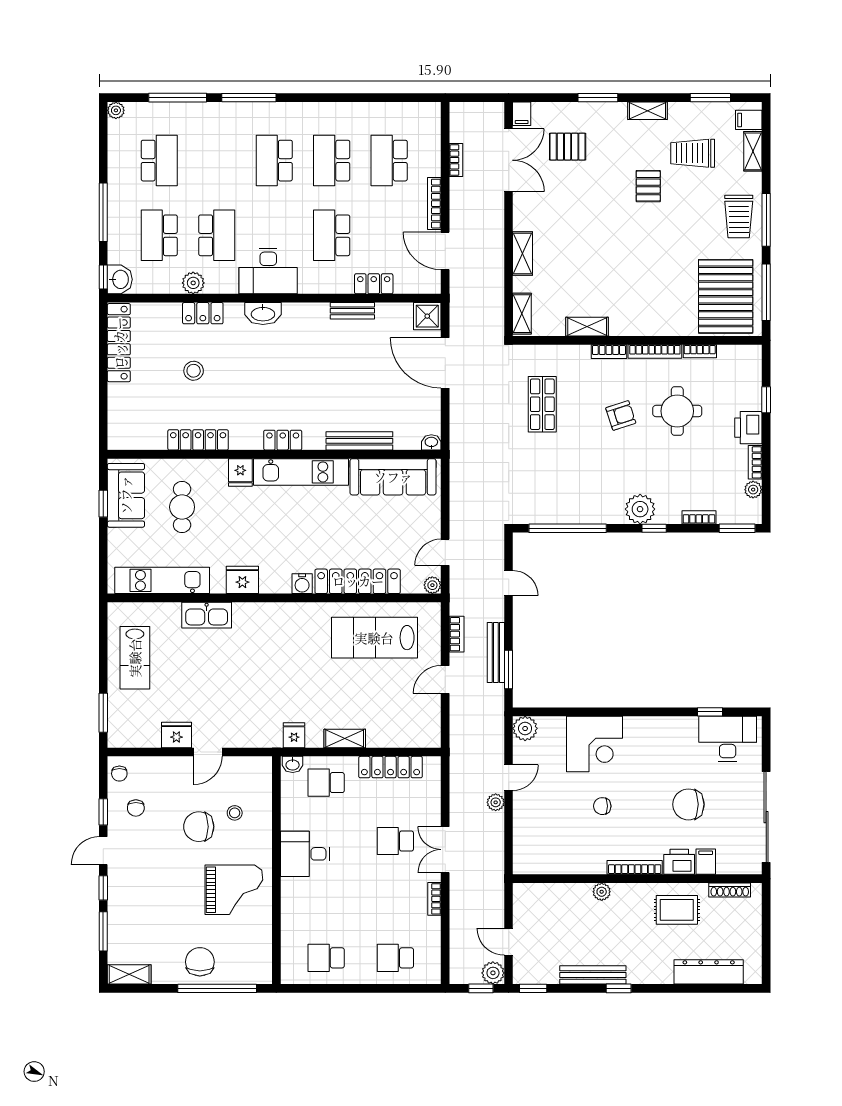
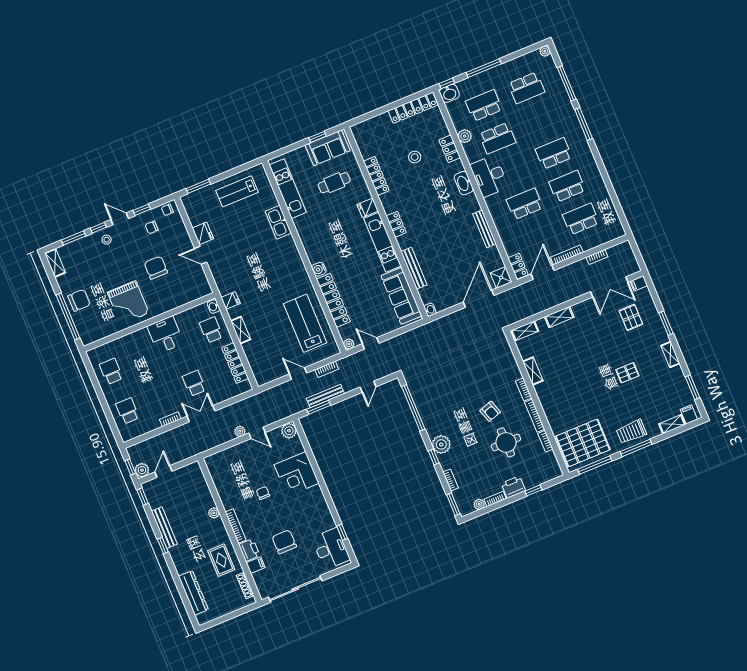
trolley: (693, 153) -> (657, 390), removed
locker: (374, 284) -> (518, 266), moved
bench: (352, 311) -> (484, 229), width x1.36
shop shelf: (542, 404) -> (478, 364), removed
fridge: (242, 580) -> (307, 234), removed
stool: (235, 813) -> (107, 240), moved

